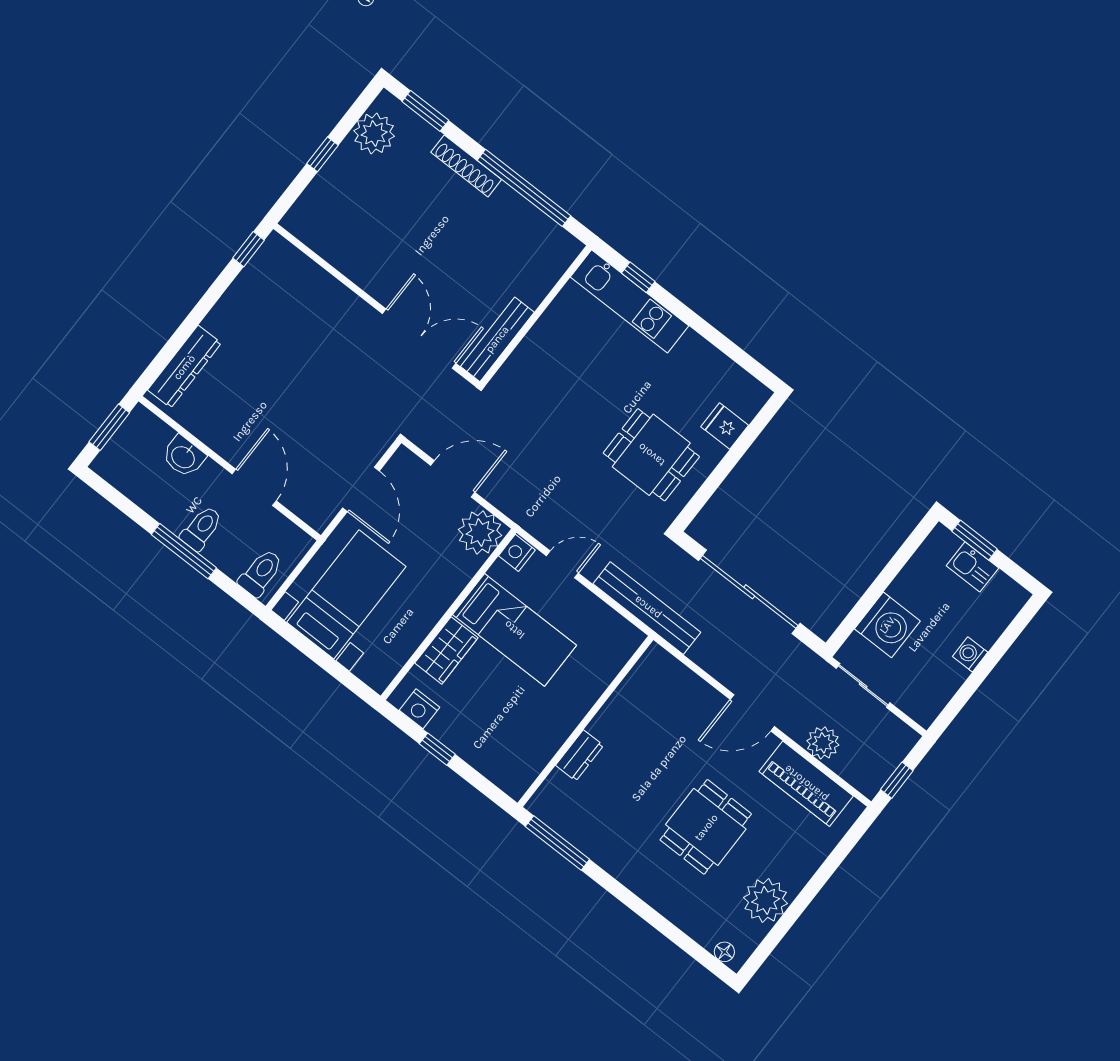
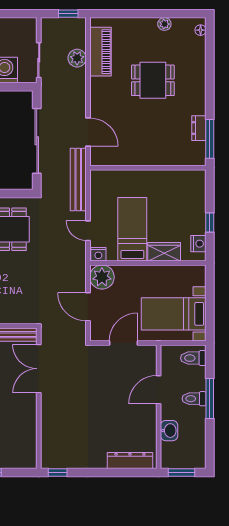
door: (752, 713) -> (88, 132), moved
dresser: (580, 755) -> (199, 128), moved, turned -90
plant: (766, 900) -> (164, 24), width x0.53, depth x0.53

